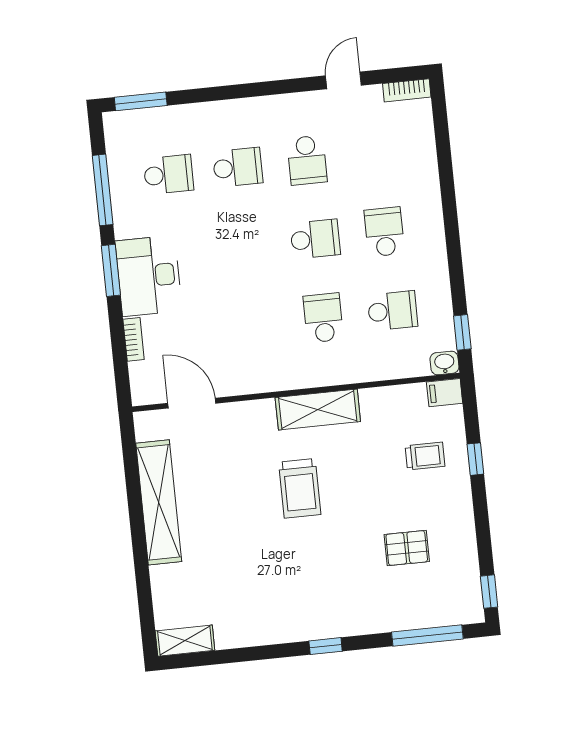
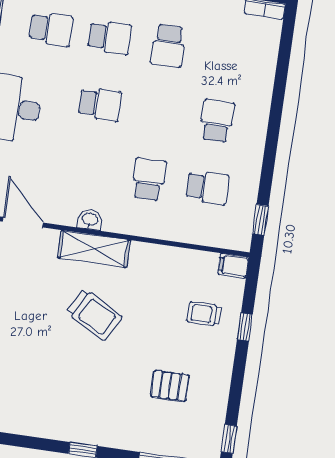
school desk: (315, 239) -> (100, 104), moved
washbasin: (444, 363) -> (90, 220), moved
shelving: (318, 410) -> (94, 249), moved
trolley: (425, 456) -> (204, 314), turned 180
trolley: (300, 488) -> (94, 315), turned -61

